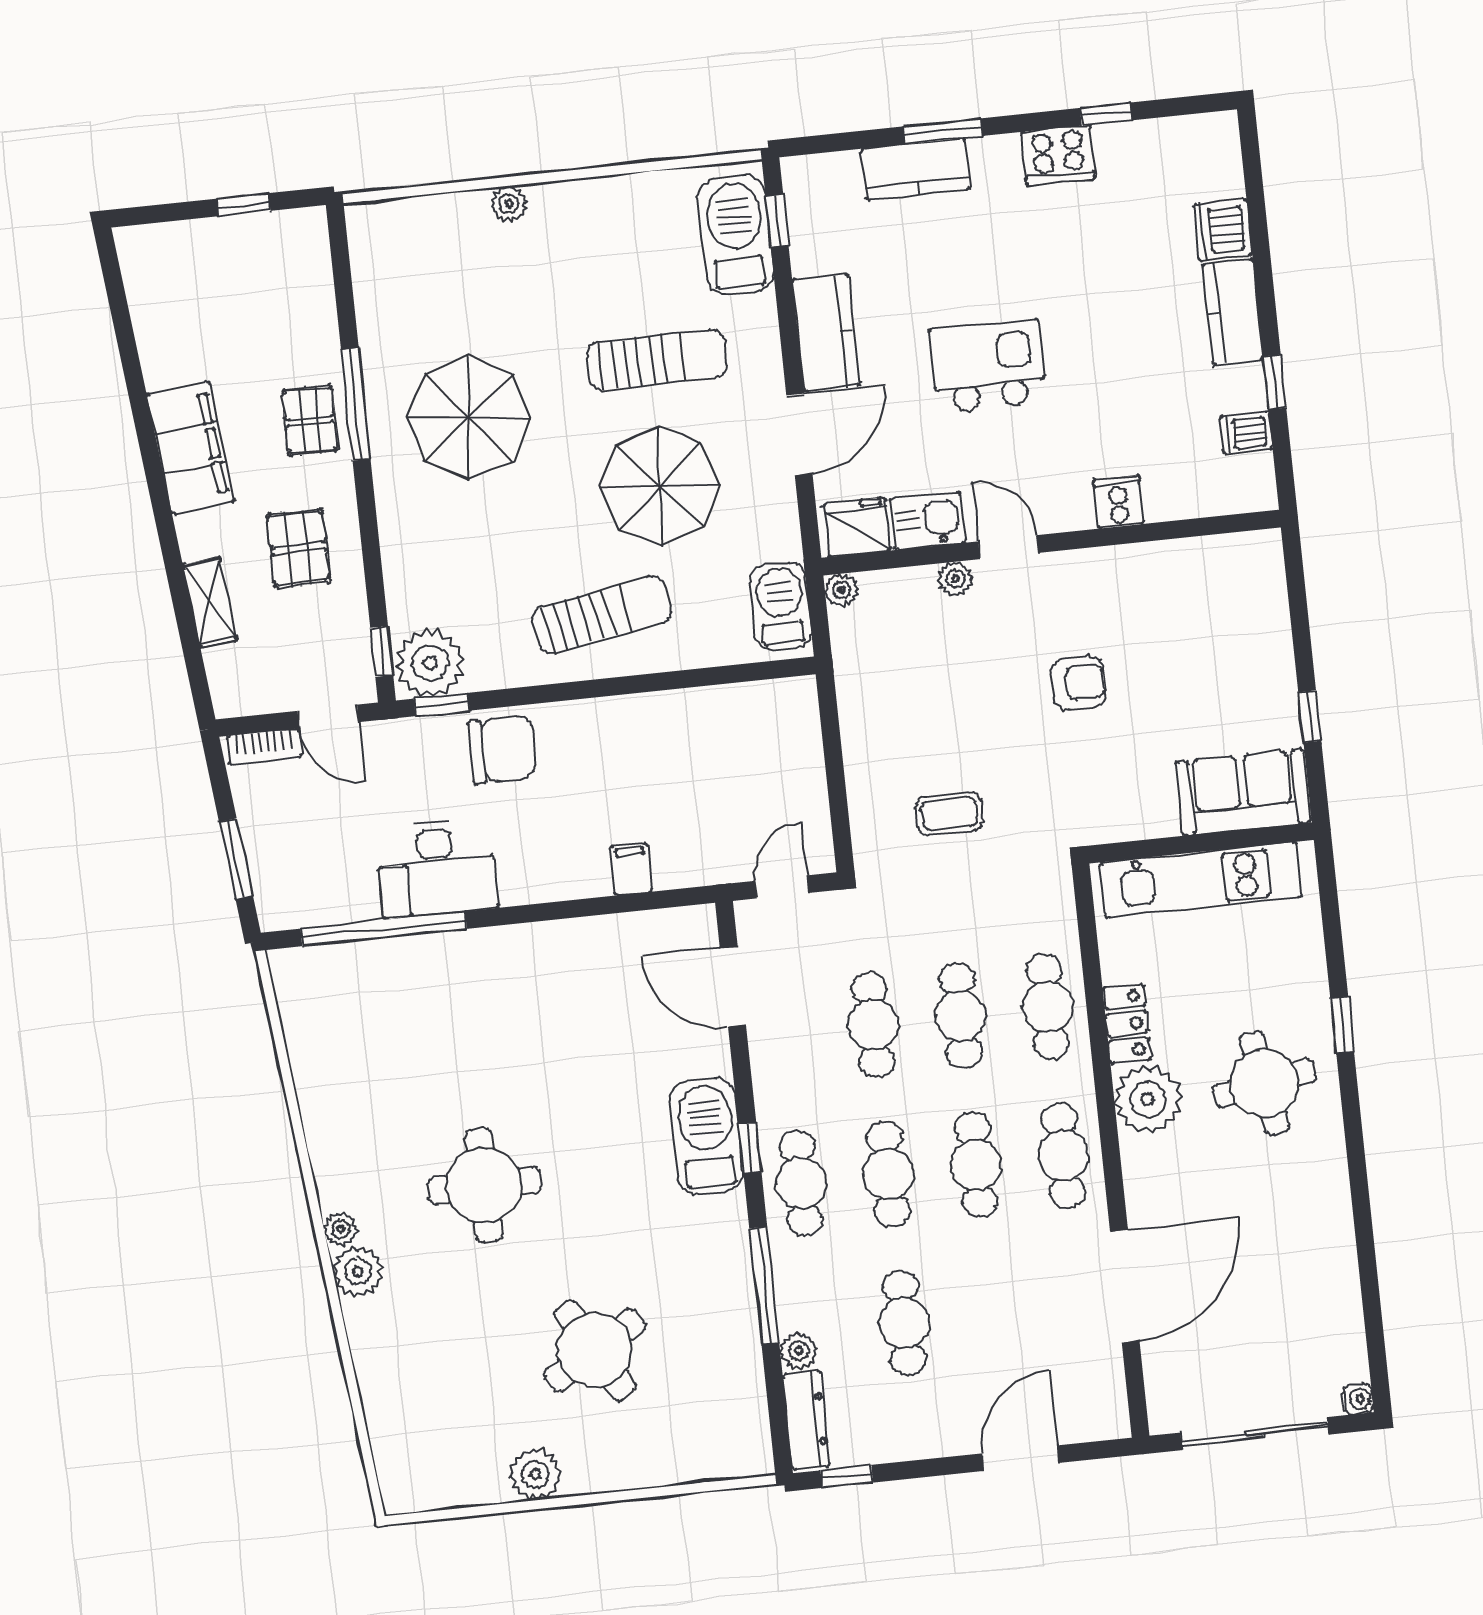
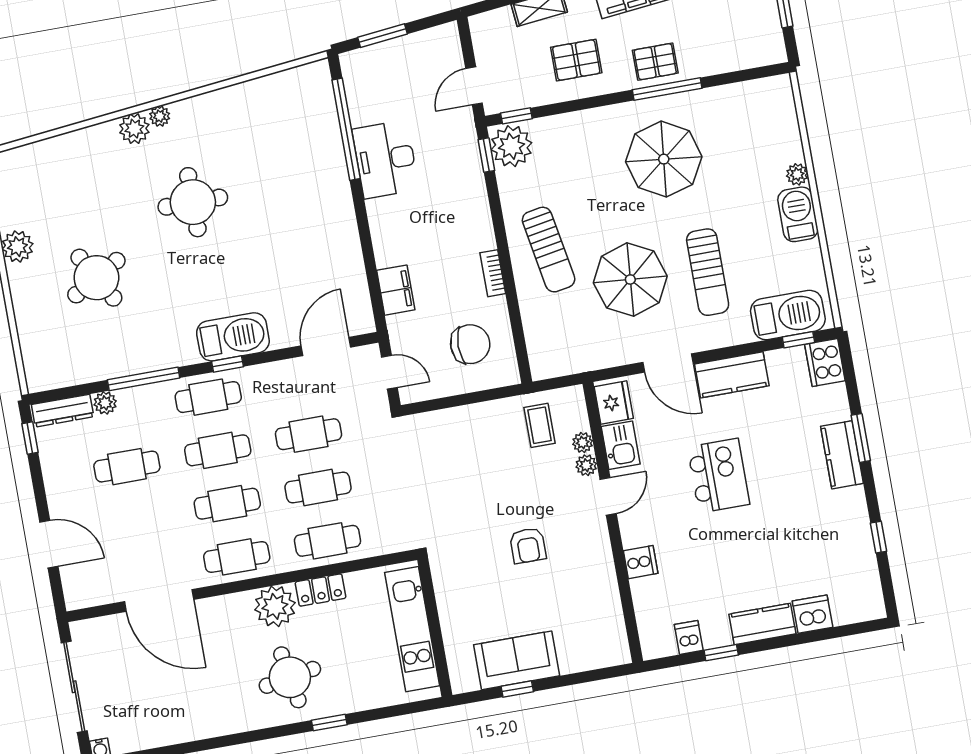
cooker: (1058, 155) -> (825, 362), moved
kitchen counter: (916, 169) -> (842, 455), moved
plant: (841, 590) -> (583, 443), moved
barbecue: (780, 606) -> (798, 214), moved, turned -90
bookcase: (264, 747) -> (493, 273), moved
chair: (502, 749) -> (470, 344), moved, turned -90
sofa: (1243, 792) -> (517, 660), moved, turned -90
coffee table: (949, 814) -> (540, 425), moved
filing cabinet: (631, 869) -> (396, 290), width x2.00

